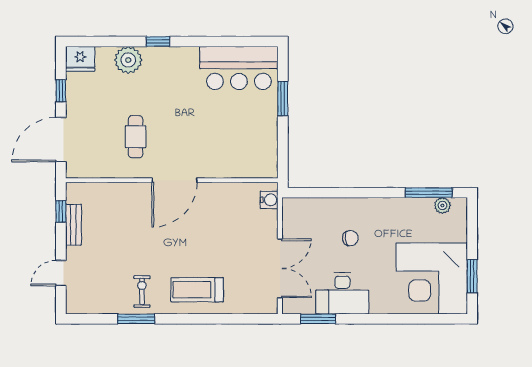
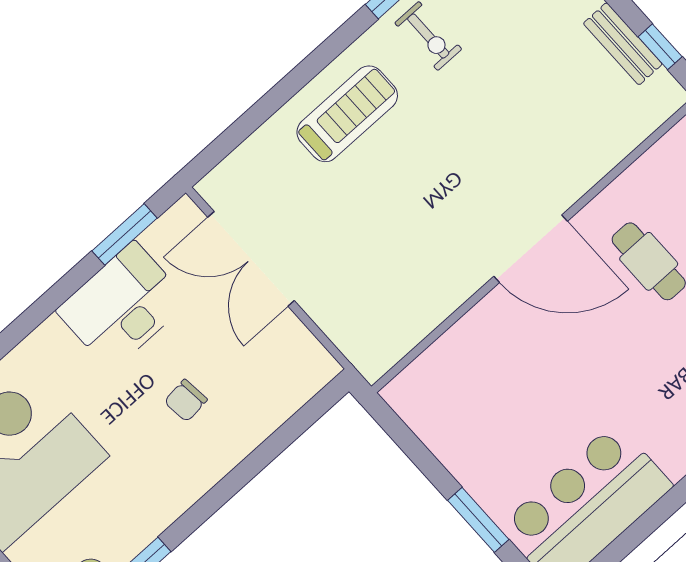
door: (175, 180) -> (531, 249), swing flipped
water cooler: (269, 200) -> (361, 348), removed

